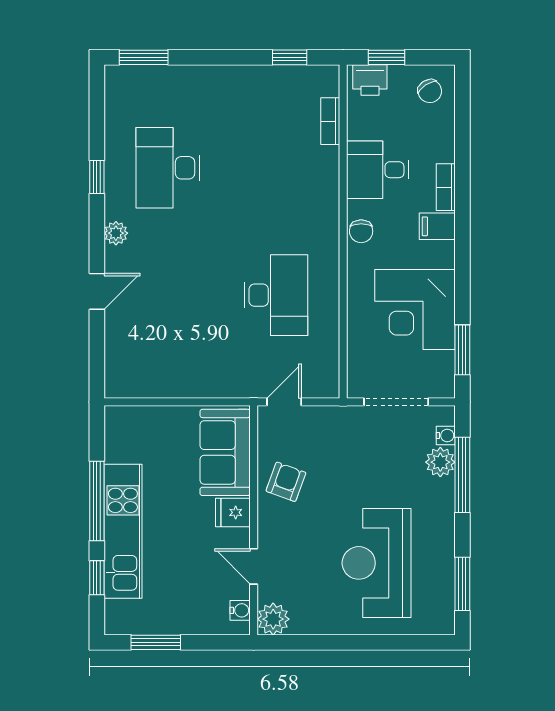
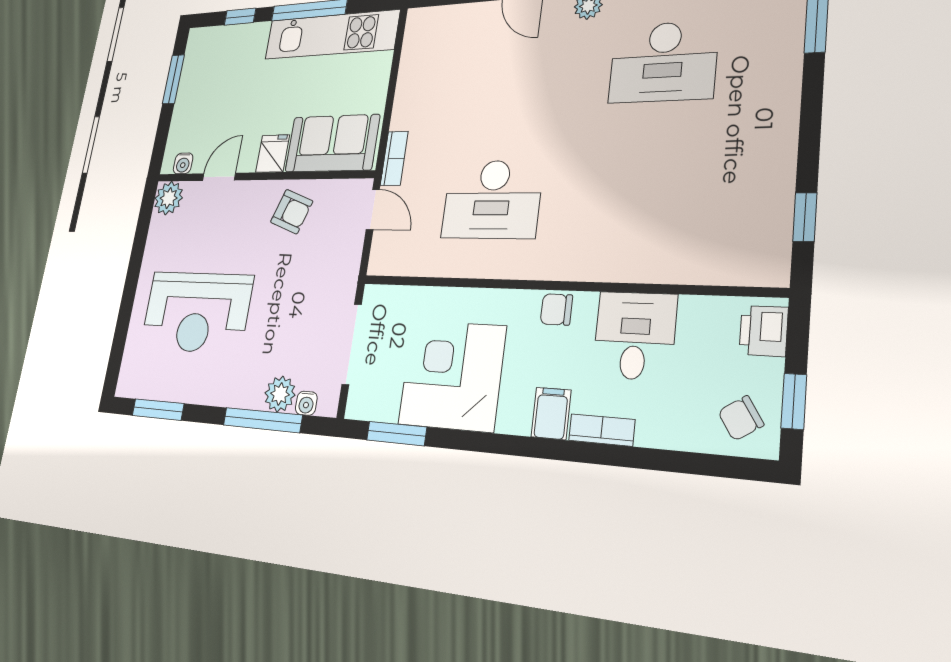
window: (386, 57) -> (794, 401), moved
bookcase: (330, 121) -> (394, 158), moved, turned 90
desk: (168, 168) -> (663, 62), turned 180
kitchen unit: (123, 531) -> (331, 35), moved
reception desk: (377, 563) -> (196, 312), turned 180

